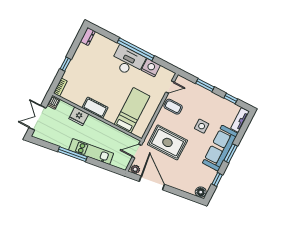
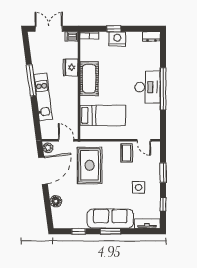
nightstand: (151, 68) -> (117, 39), moved, turned -90
cot: (95, 108) -> (89, 79), width x1.37, depth x1.34
side table: (202, 126) -> (139, 187), moved
floor lamp: (201, 192) -> (56, 201), moved

